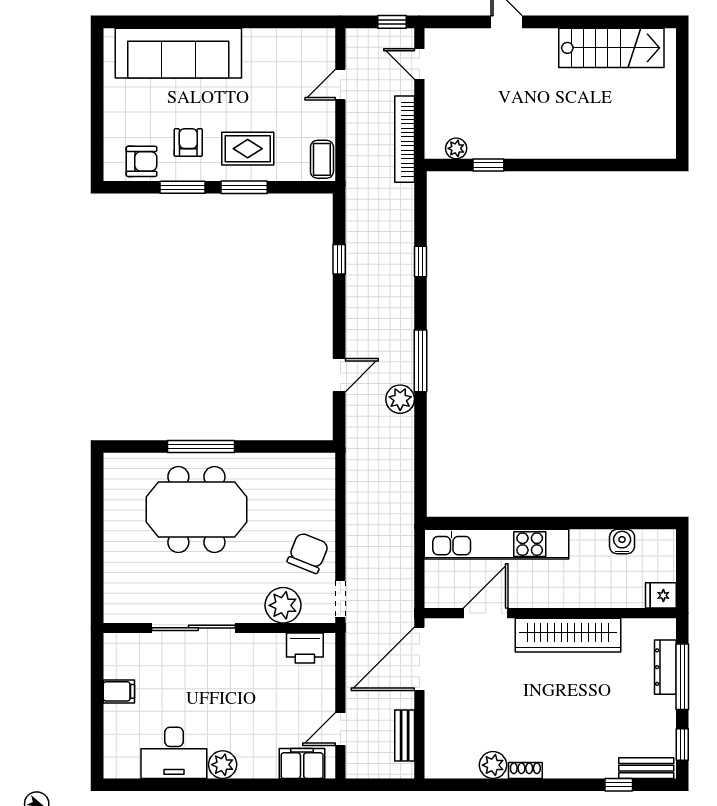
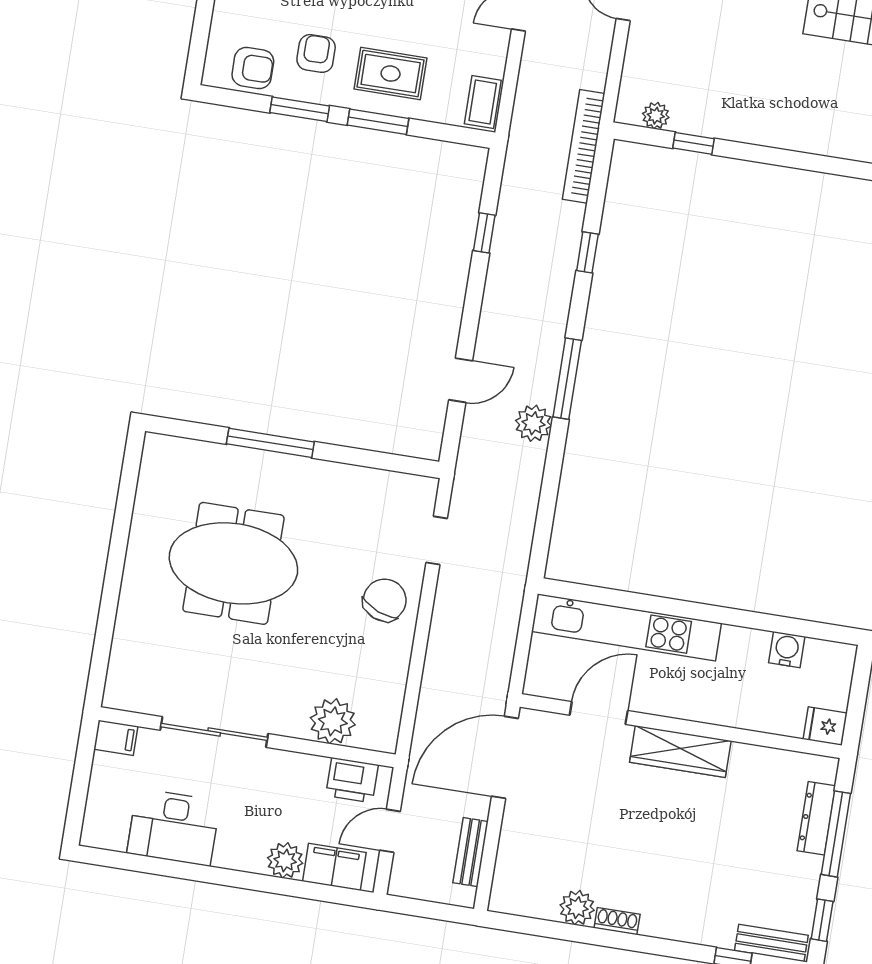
bookcase: (405, 139) -> (584, 146), moved
meeting table: (196, 510) -> (233, 563), moved
doorway: (340, 599) -> (437, 540), moved
plant: (283, 605) -> (333, 721), moved
sliding door: (193, 628) -> (214, 732), moved
wall: (219, 628) -> (247, 737), moved
wardrobe: (568, 635) -> (680, 751), width x0.71, depth x0.85
printer: (305, 648) -> (352, 780), moved
plant: (223, 765) -> (285, 860), moved

